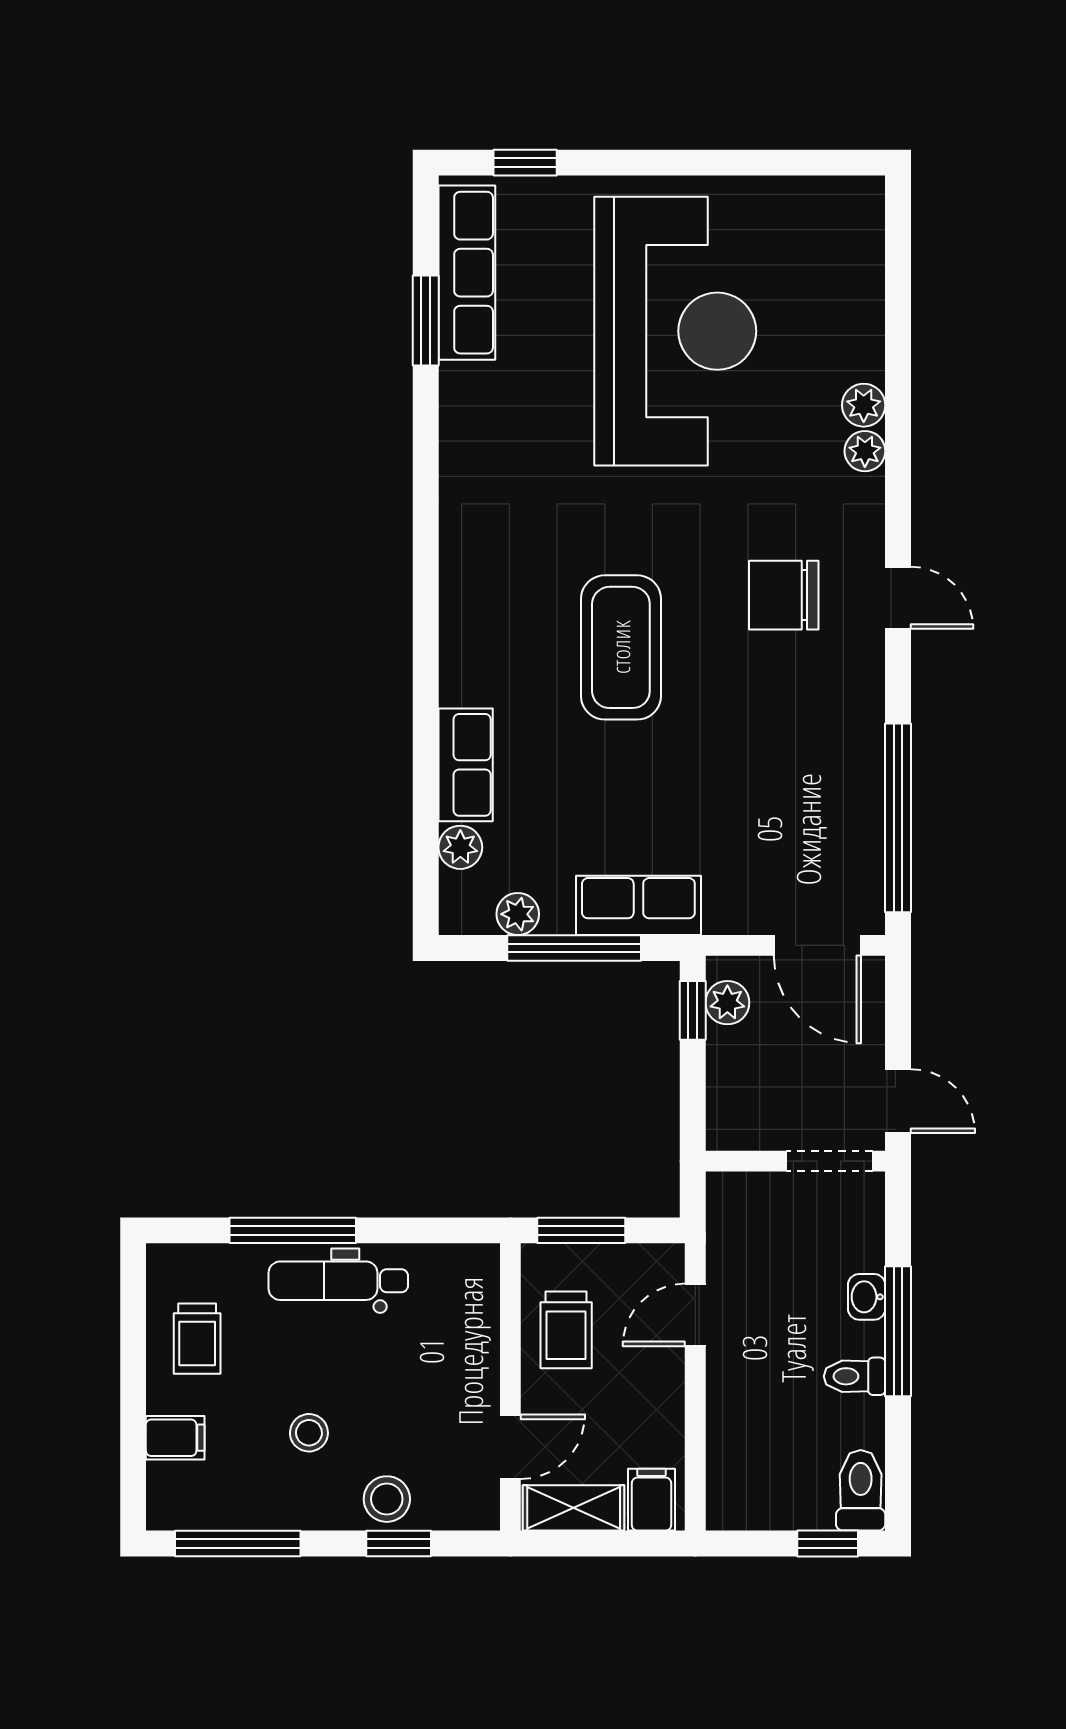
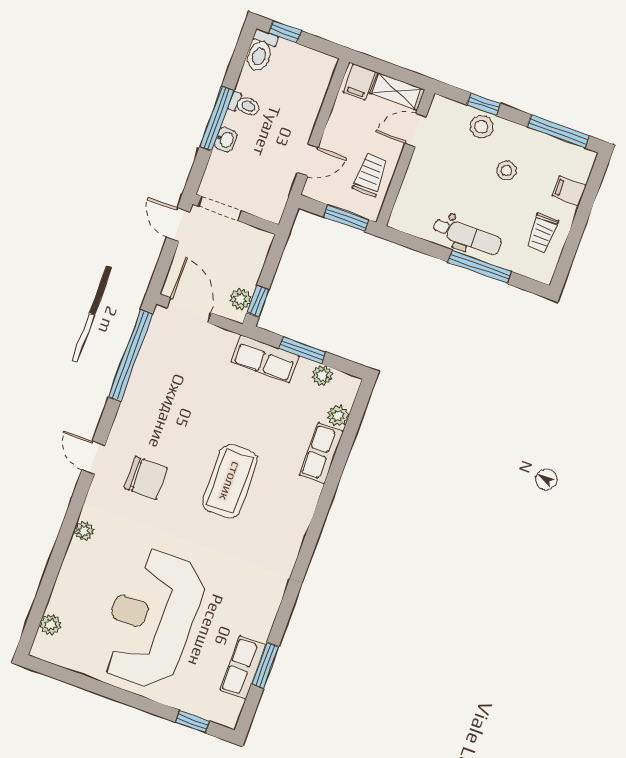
row of seats: (467, 273) -> (243, 668), width x0.68
plant: (864, 405) -> (51, 625), moved
window: (574, 948) -> (302, 350), width x0.69
trolley: (197, 1339) -> (542, 233), turned 180

